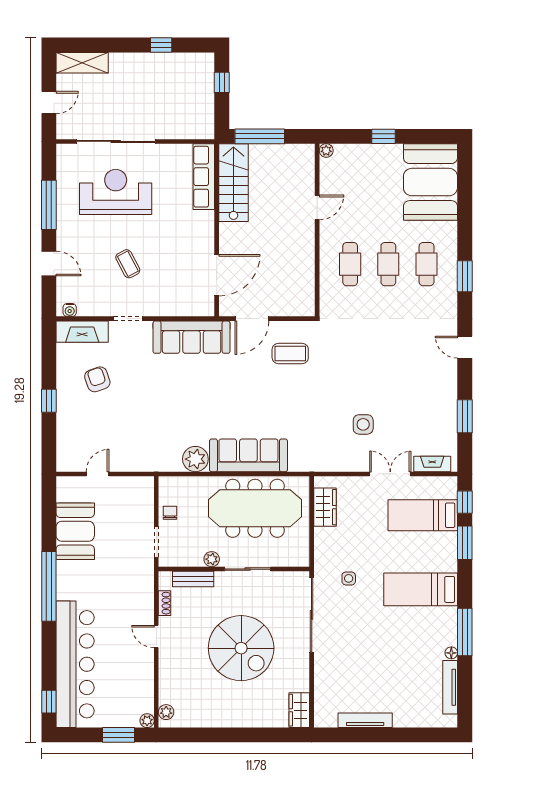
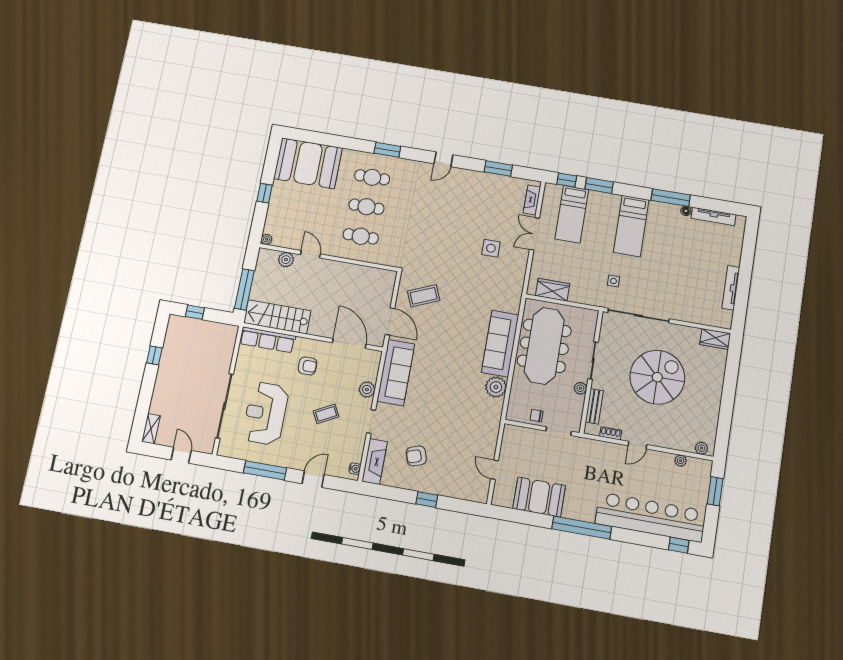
shelving: (82, 63) -> (151, 429), width x0.67, depth x0.75
plant: (305, 179) -> (286, 260), added
armchair: (181, 231) -> (308, 366), added
plant: (165, 307) -> (367, 389), added
coffee table: (290, 354) -> (424, 296), turned 67
plant: (147, 721) -> (681, 461), moved

